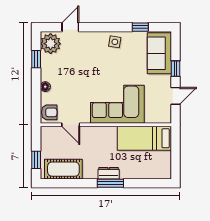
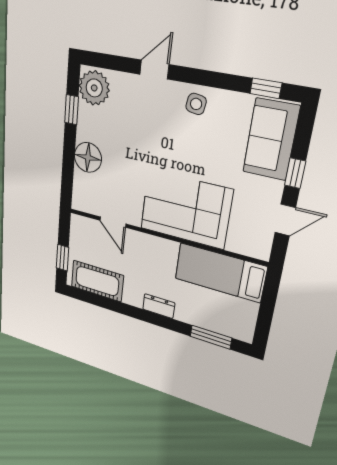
door: (70, 27) -> (154, 69), moved
window: (140, 27) -> (266, 88), moved
floor lamp: (45, 87) -> (88, 157), width x1.89, depth x1.89
armchair: (49, 112) -> (84, 196), removed
window: (110, 183) -> (211, 337), moved

